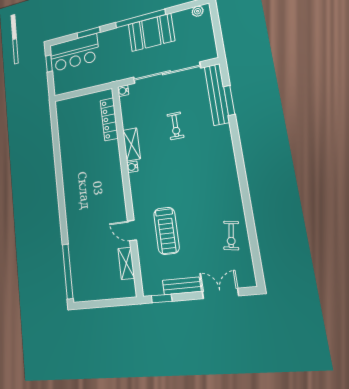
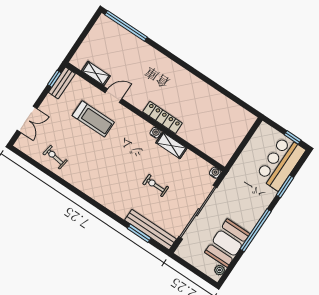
booth: (151, 32) -> (227, 243), moved
locker: (109, 119) -> (163, 117), moved
treadmill: (166, 231) -> (93, 119), turned 180
bench: (182, 286) -> (62, 83), moved

